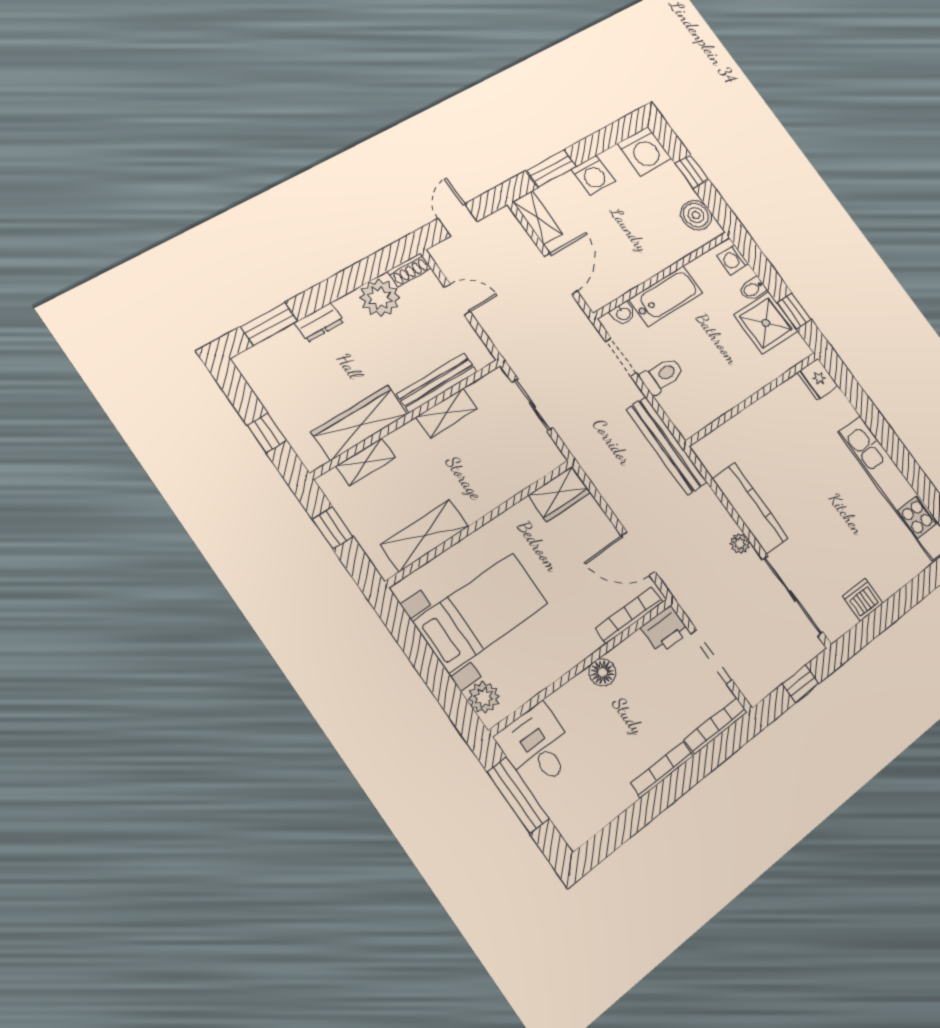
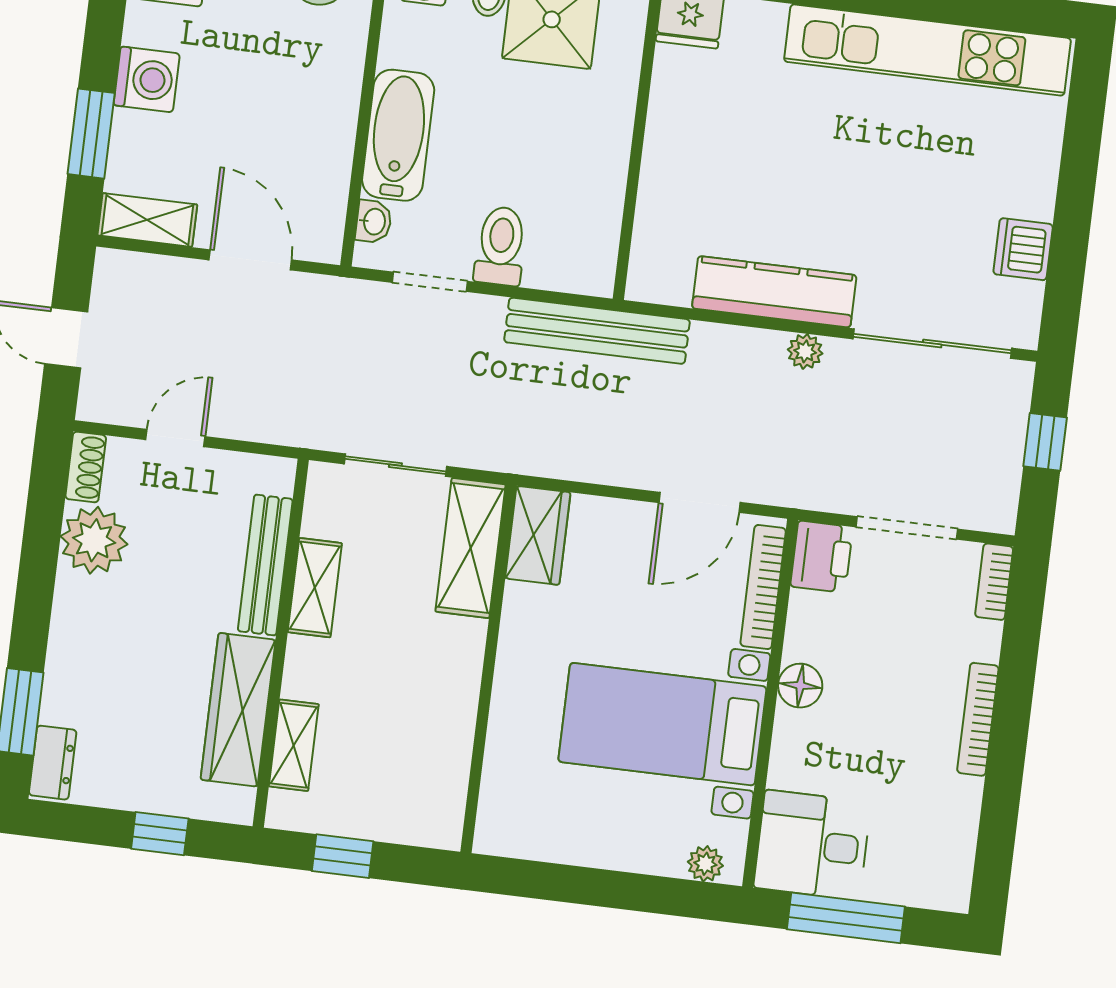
dresser: (319, 322) -> (53, 763), moved
shelving: (425, 535) -> (470, 548), moved
bed with nightstands: (481, 613) -> (662, 724), moved, turned -90
plant: (484, 697) -> (705, 864), width x0.73, depth x0.73
bookcase: (716, 726) -> (994, 582), width x0.64

